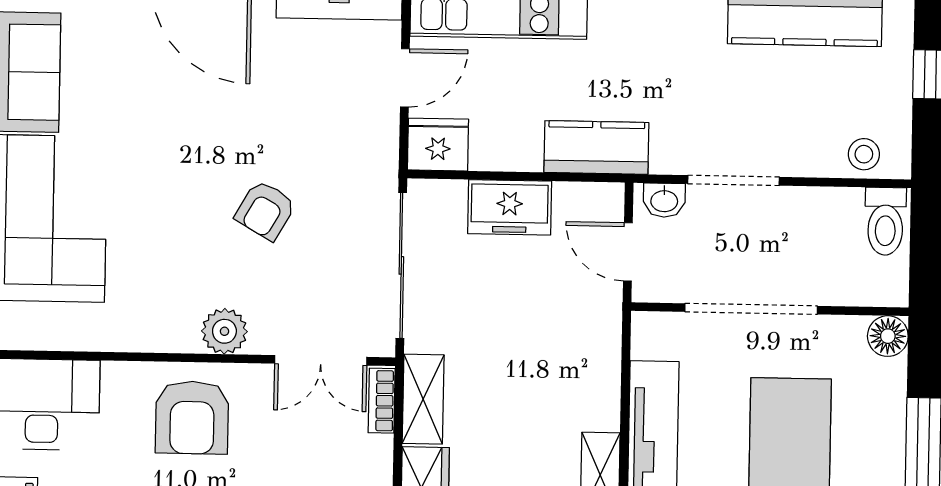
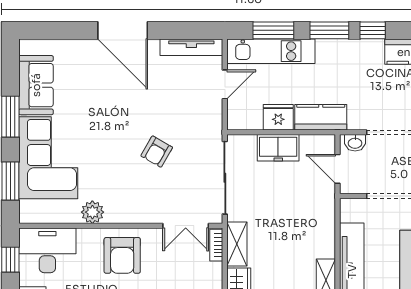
fridge: (438, 145) -> (278, 117), moved
plant: (224, 331) -> (92, 212), moved

